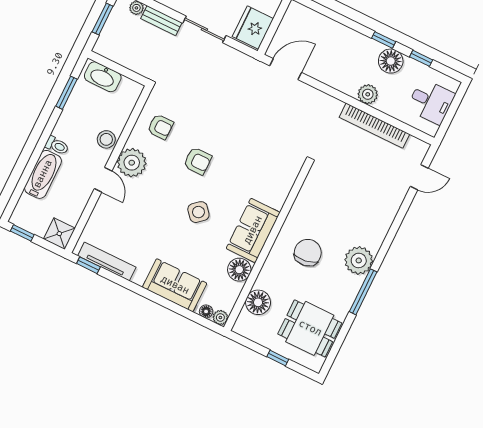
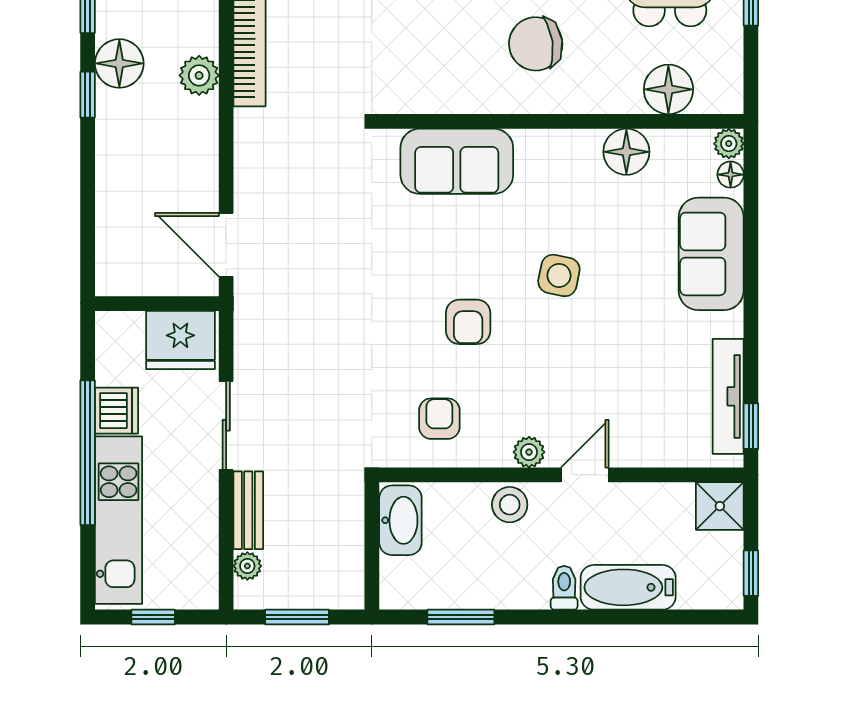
washbasin: (103, 77) -> (400, 520), moved
armchair: (198, 161) -> (468, 322), turned 180
plant: (132, 163) -> (529, 452), width x0.53, depth x0.53
side table: (198, 212) -> (559, 275), turned -37
sofa: (253, 230) -> (457, 161), moved

